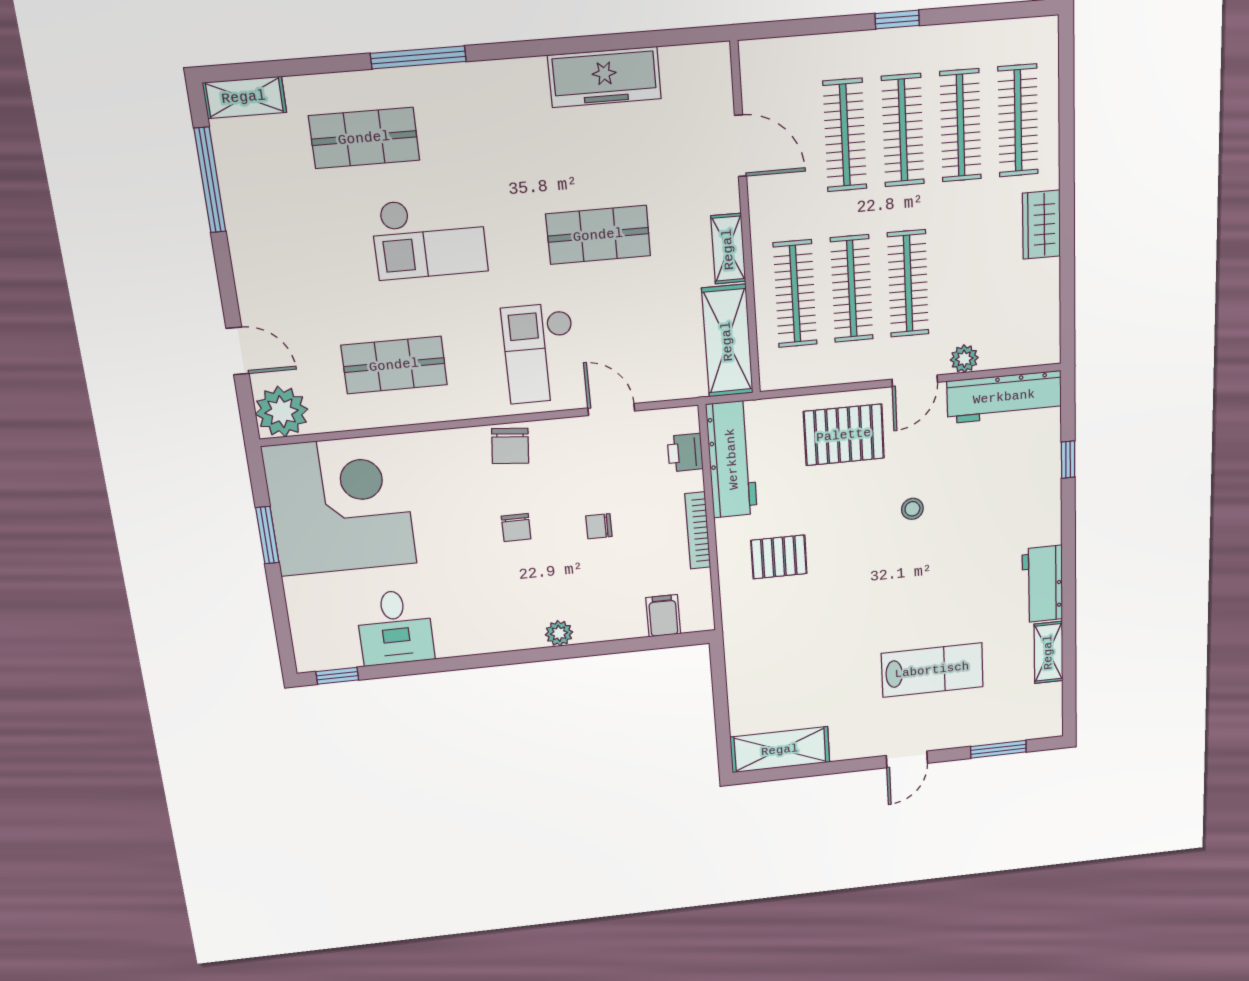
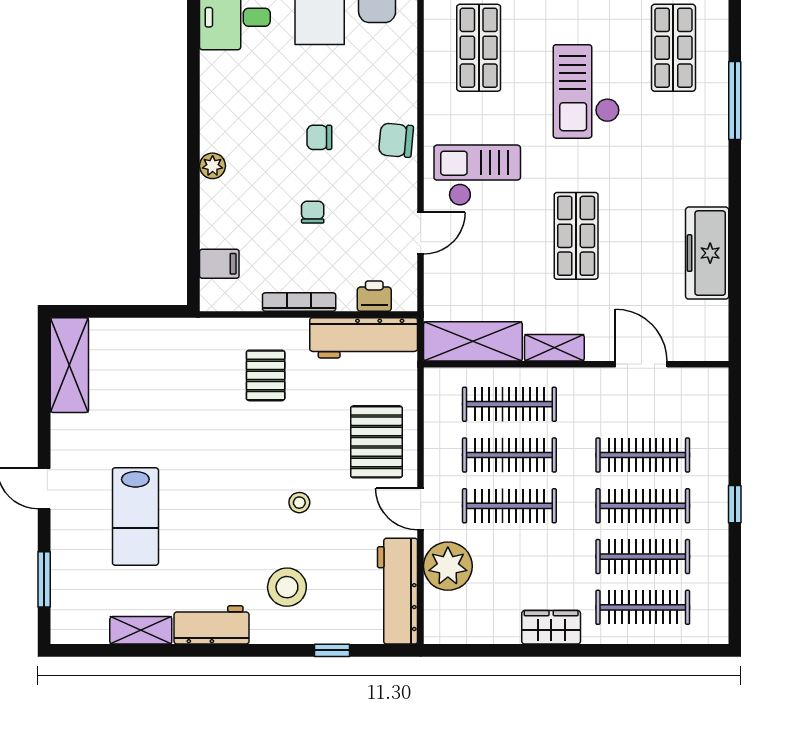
door: (741, 146) -> (641, 364), swing flipped
plant: (964, 359) -> (448, 566), width x1.88, depth x1.88
stool: (1002, 513) -> (287, 587), added

